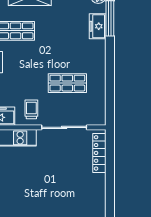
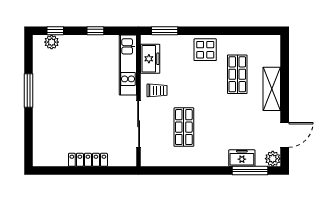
locker: (99, 153) -> (88, 160), moved

